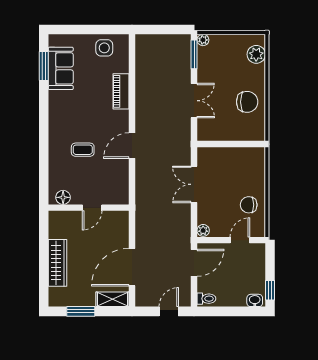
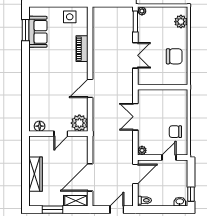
coffee table: (83, 150) -> (54, 91), removed
plant: (117, 193) -> (79, 123), added

